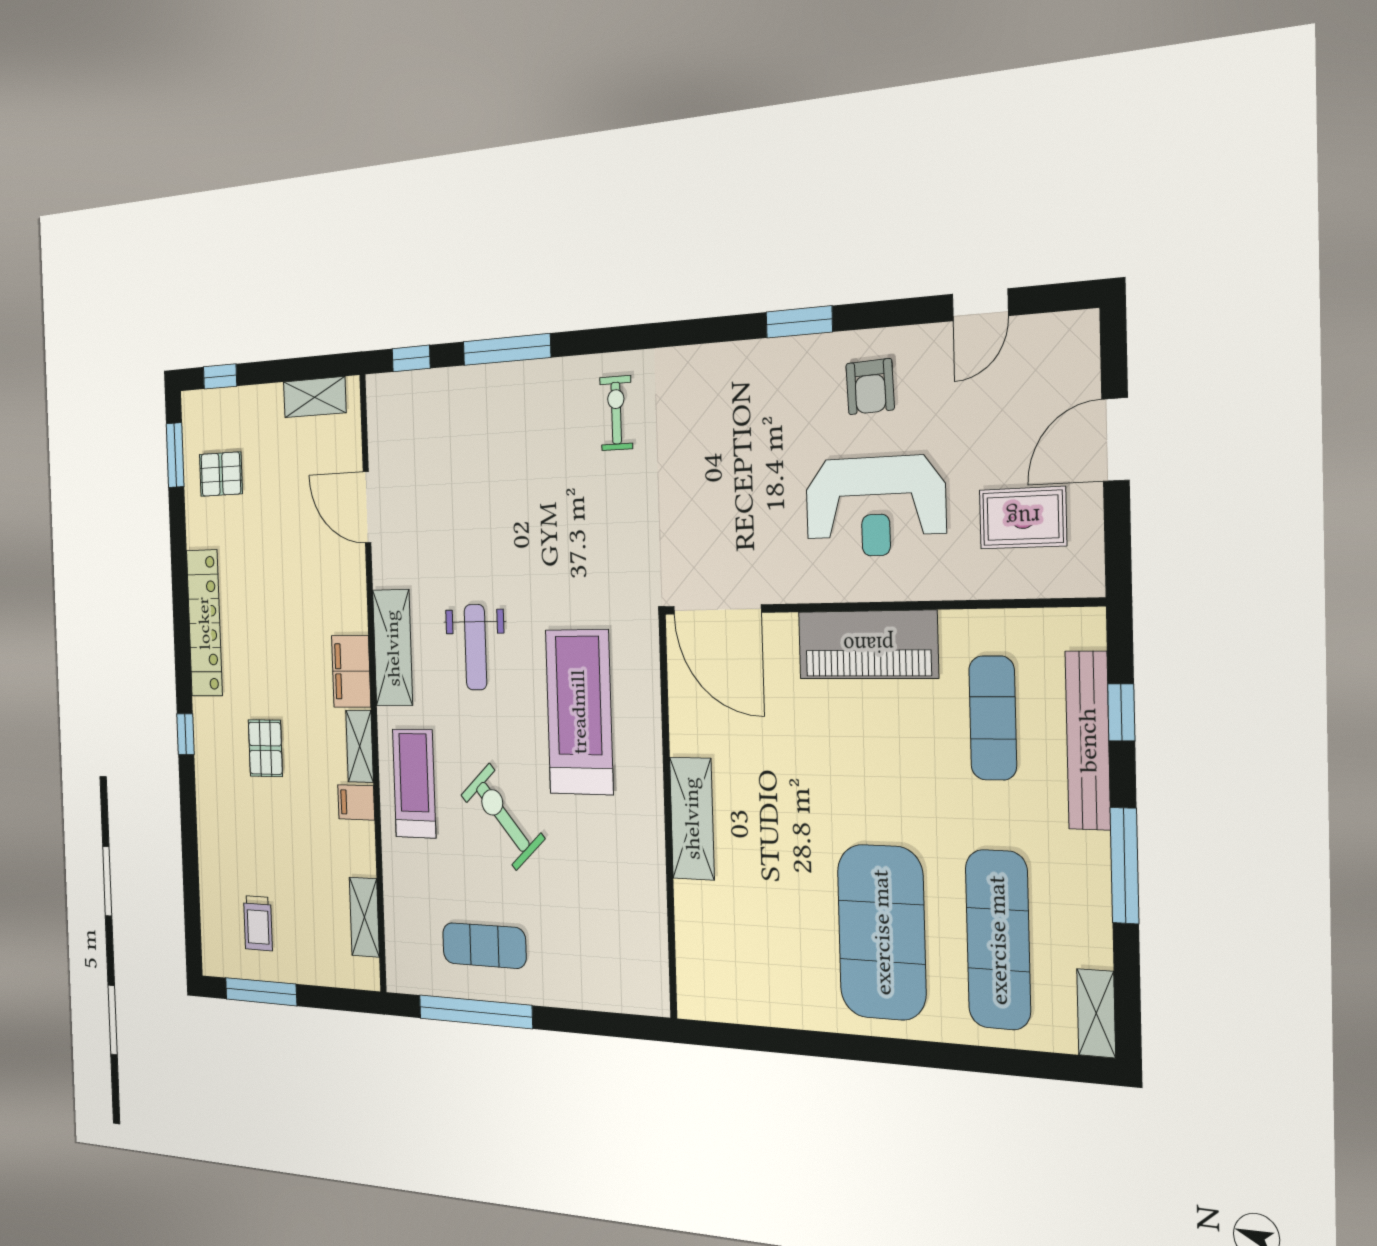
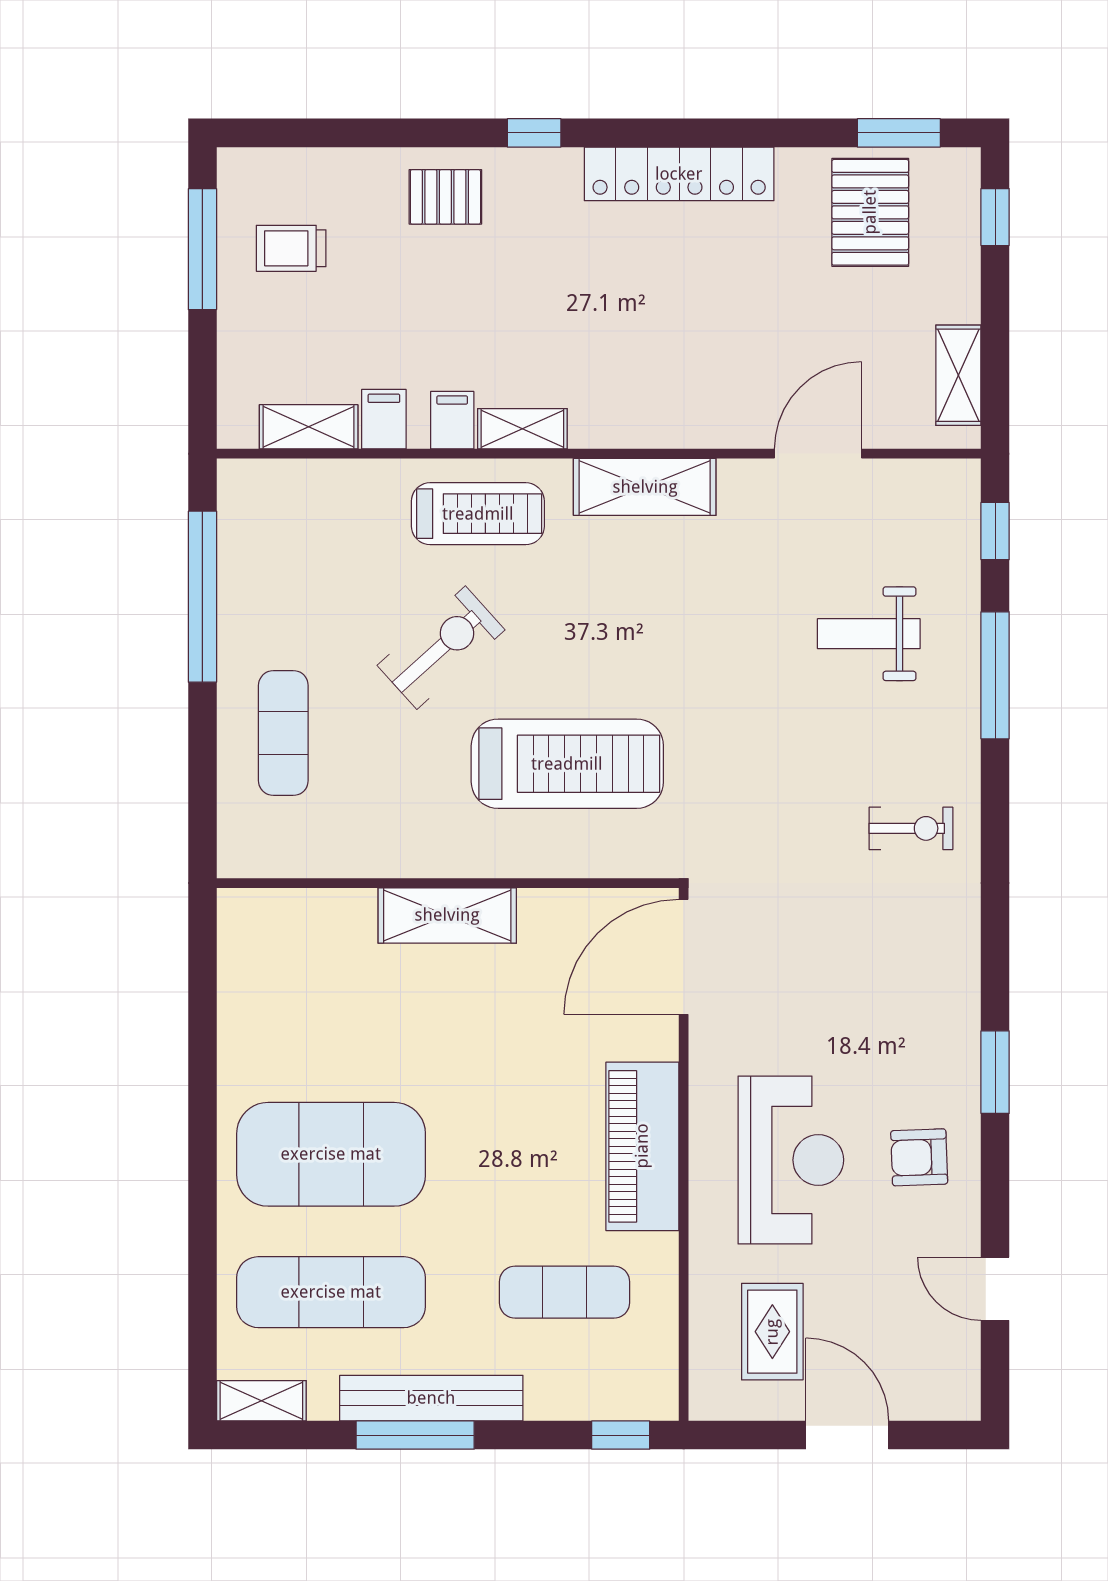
pallet: (221, 474) -> (870, 212), width x1.50, depth x1.42
reception desk: (875, 506) -> (791, 1160), turned 180
weight bench: (475, 647) -> (869, 634), moved
filing cabinet: (351, 671) -> (384, 419), moved, width x0.50
window: (1121, 712) -> (621, 1435), moved
bench: (1088, 740) -> (431, 1398), moved
pallet: (265, 748) -> (445, 197), moved
exercise mat: (484, 946) -> (283, 733), moved

